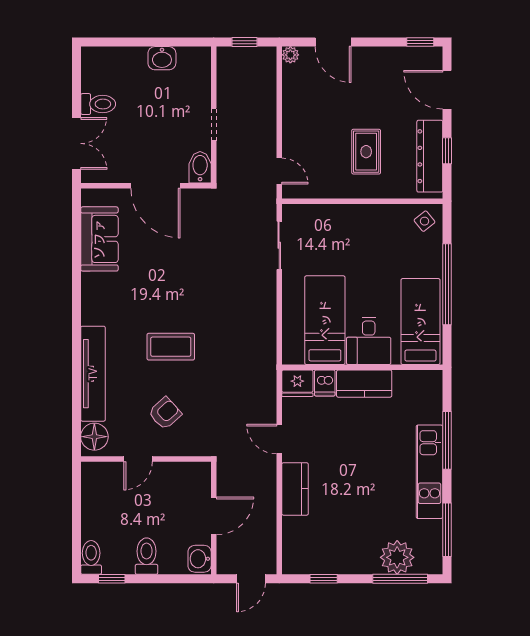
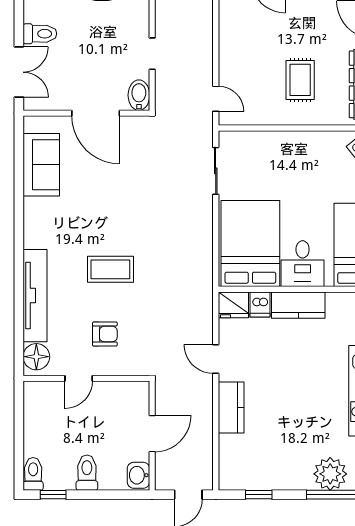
bed: (325, 320) -> (250, 244), width x1.50
armchair: (165, 413) -> (105, 334), turned 42

